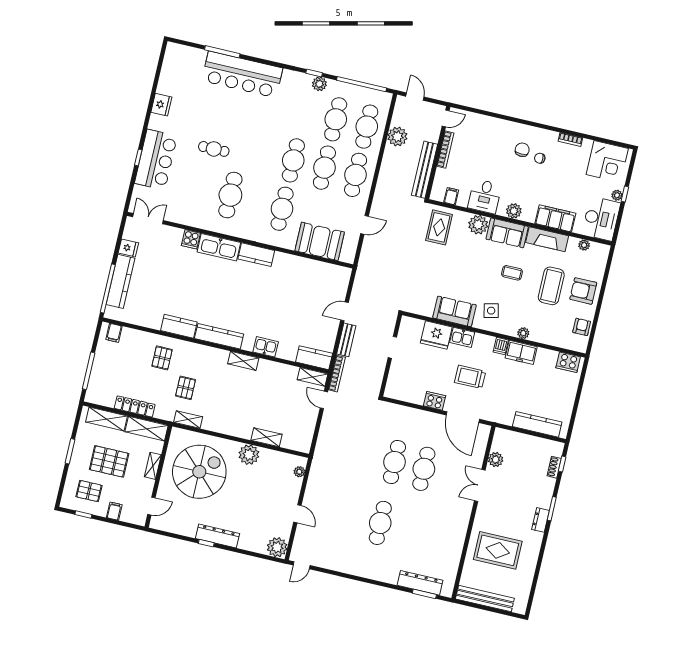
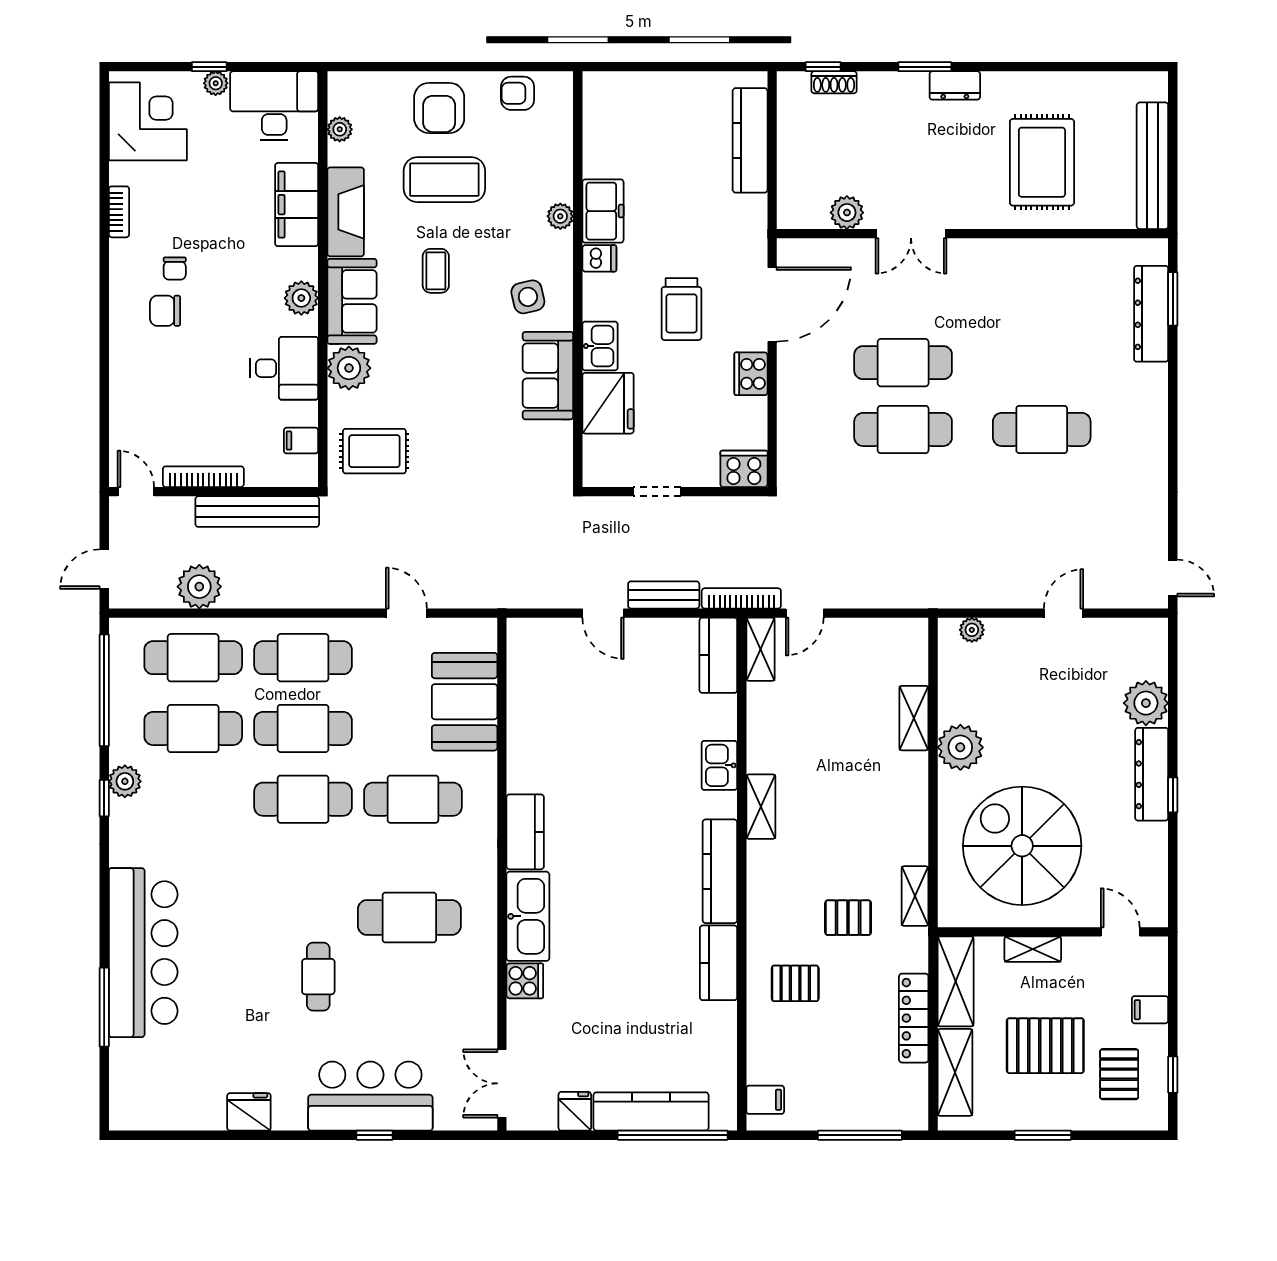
cooker: (568, 362) -> (744, 469), moved, turned -90
pallet: (109, 461) -> (1045, 1046), turned 90
plant: (277, 547) -> (1146, 703), moved

